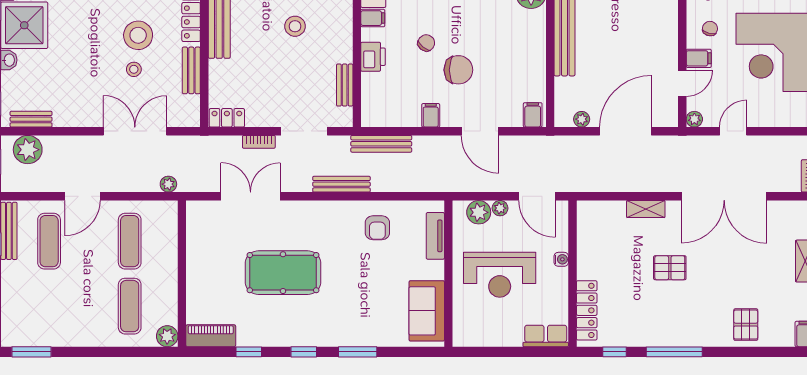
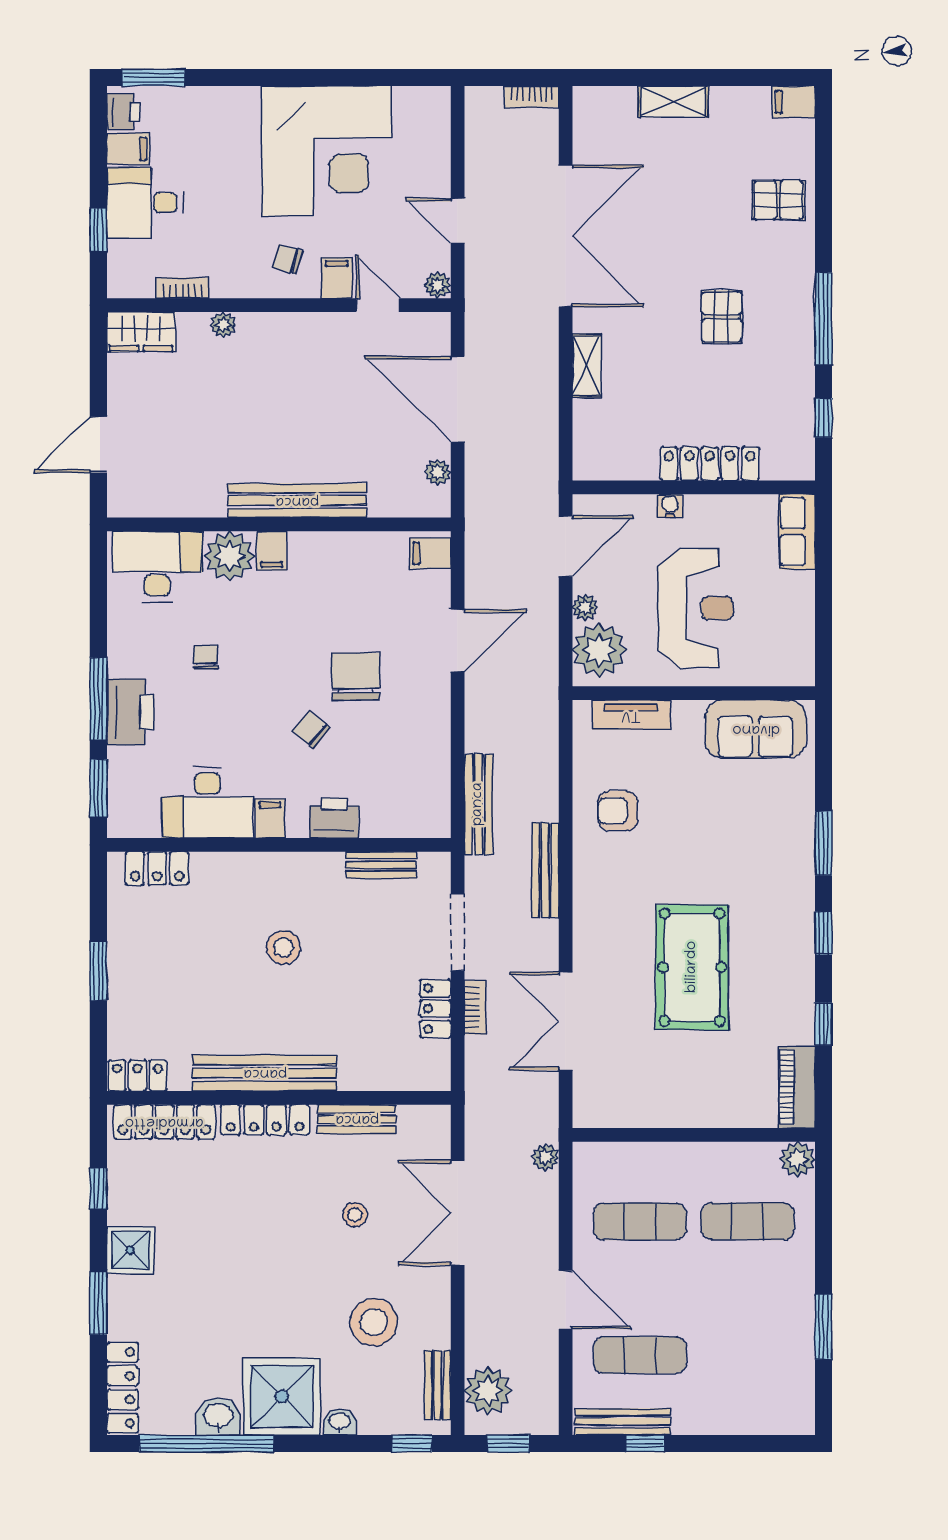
stool: (138, 35) -> (374, 1322), moved
filing cabinet: (431, 115) -> (272, 551), moved, turned -90
locker: (227, 118) -> (435, 1009), moved
plant: (479, 212) -> (599, 650), width x1.36, depth x1.36
armchair: (377, 228) -> (618, 811), turned 180
pallet: (670, 268) -> (722, 317), moved
locker: (587, 310) -> (710, 464), moved
window: (31, 352) -> (824, 1327), moved

